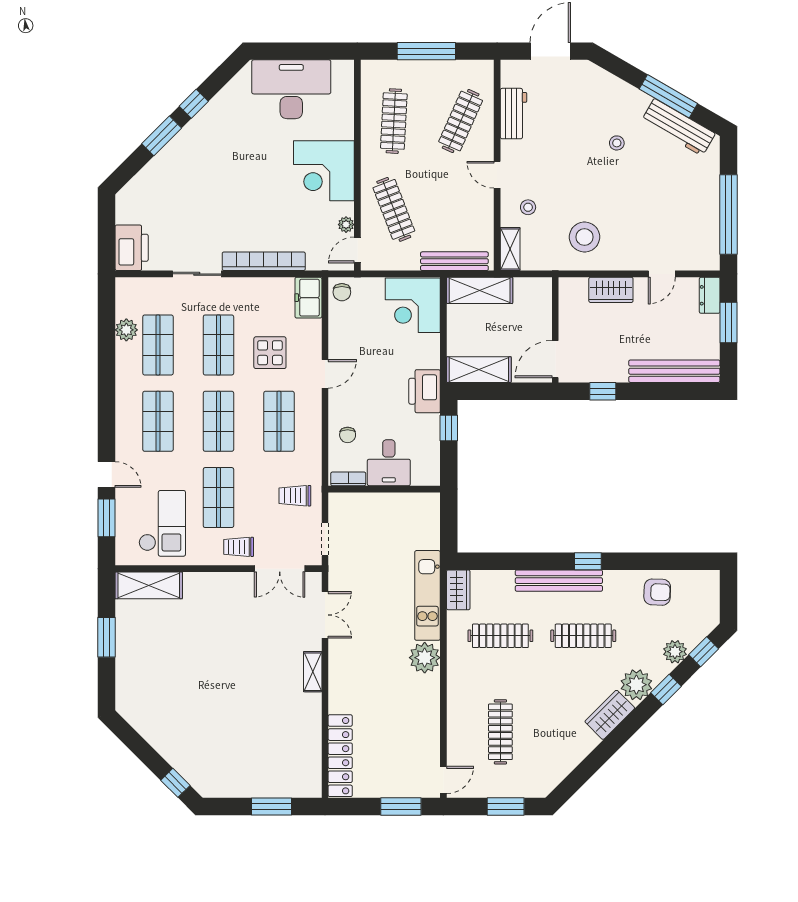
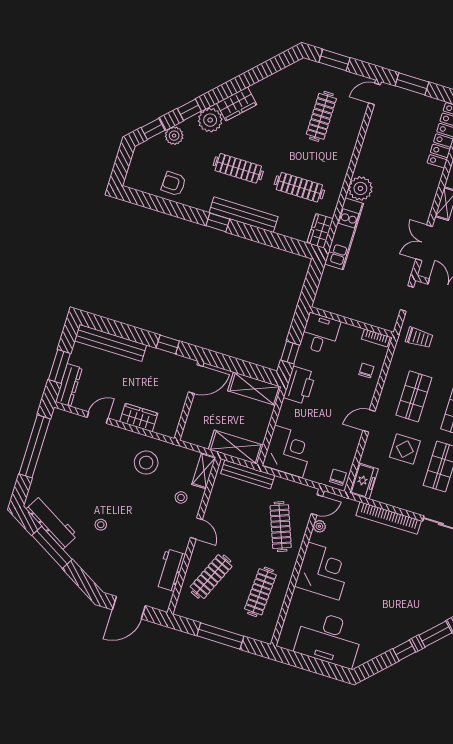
dresser: (710, 295) -> (69, 385), width x1.44
desk: (389, 463) -> (320, 334), moved

